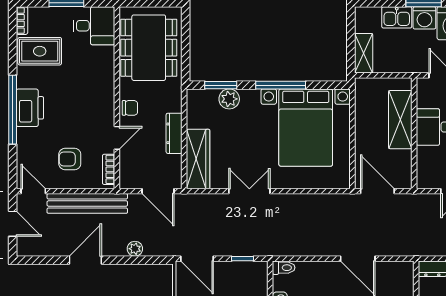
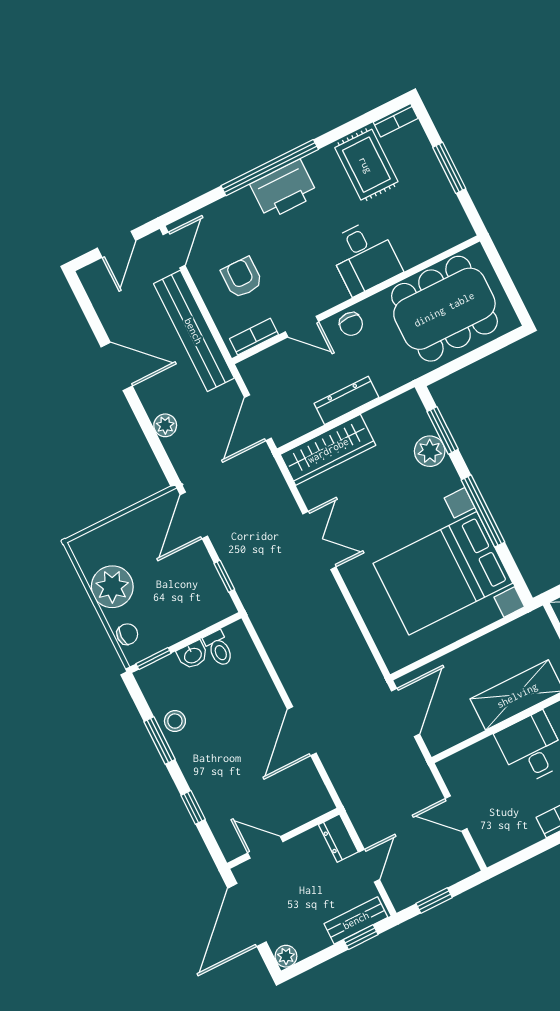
desk: (94, 26) -> (364, 257), moved
toilet: (284, 268) -> (219, 648), moved

